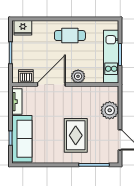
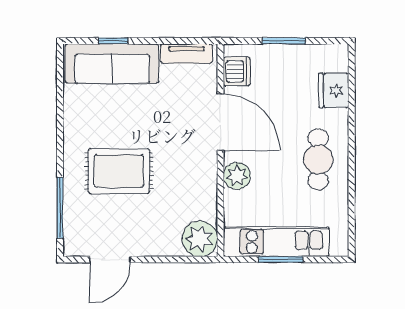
fridge: (23, 28) -> (334, 91), moved
plant: (110, 110) -> (200, 239), moved

